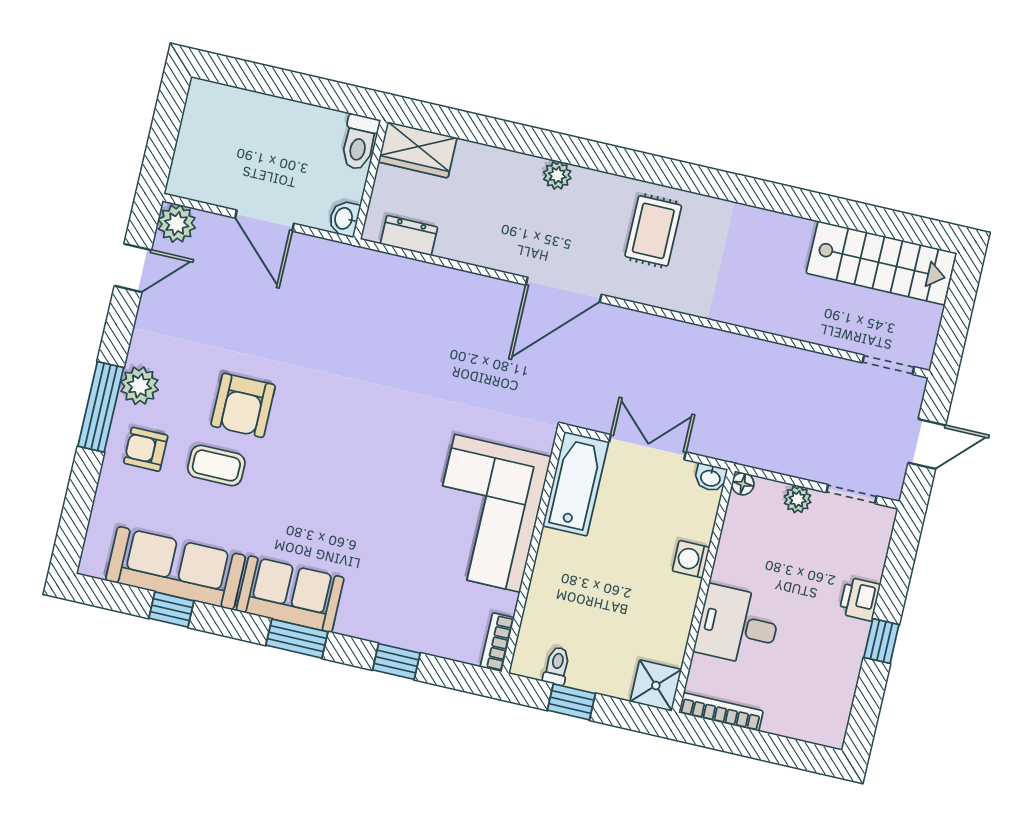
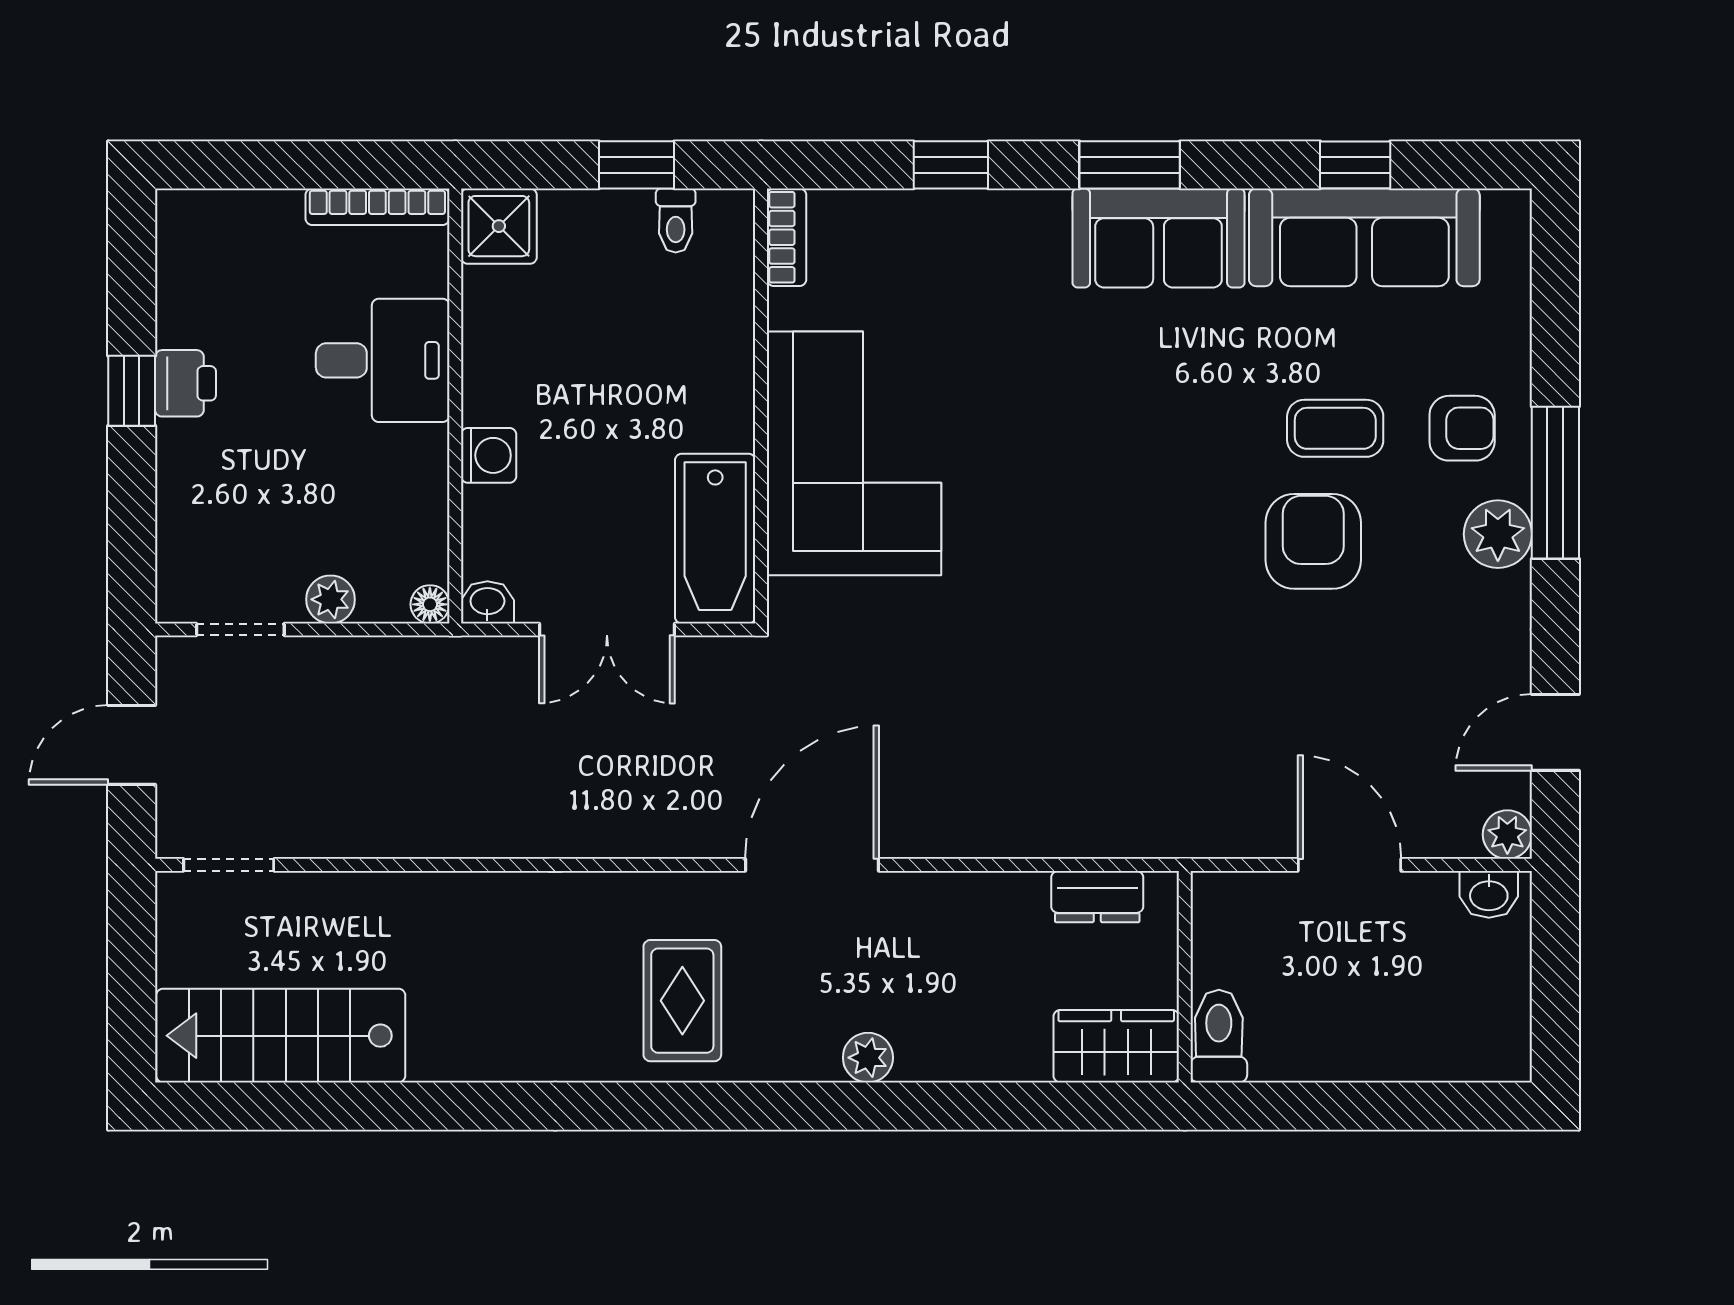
washbasin: (344, 219) -> (1489, 894), moved, turned 90
plant: (177, 224) -> (1507, 835), width x0.73, depth x0.73
printer: (860, 599) -> (185, 383), moved

